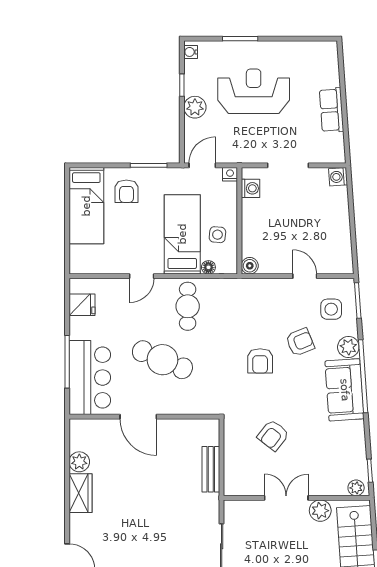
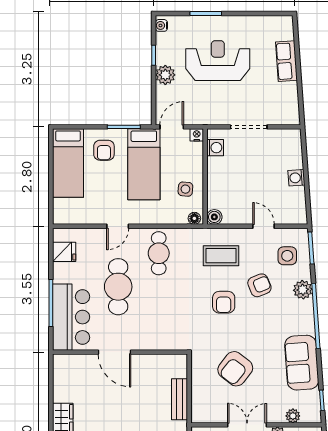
row of seats: (332, 110) -> (286, 61), moved
washing machine: (338, 177) -> (296, 178), moved
bed: (182, 234) -> (144, 164), moved, turned 180
floor lamp: (208, 267) -> (194, 218), moved
coffee table: (257, 309) -> (221, 256), added
cafe table: (162, 360) -> (118, 287), moved, turned 67
sofa: (345, 390) -> (302, 363), moved
armchair: (273, 435) -> (235, 369), width x1.38, depth x1.38
plant: (79, 462) -> (62, 393), removed
plant: (356, 488) -> (293, 416), moved

